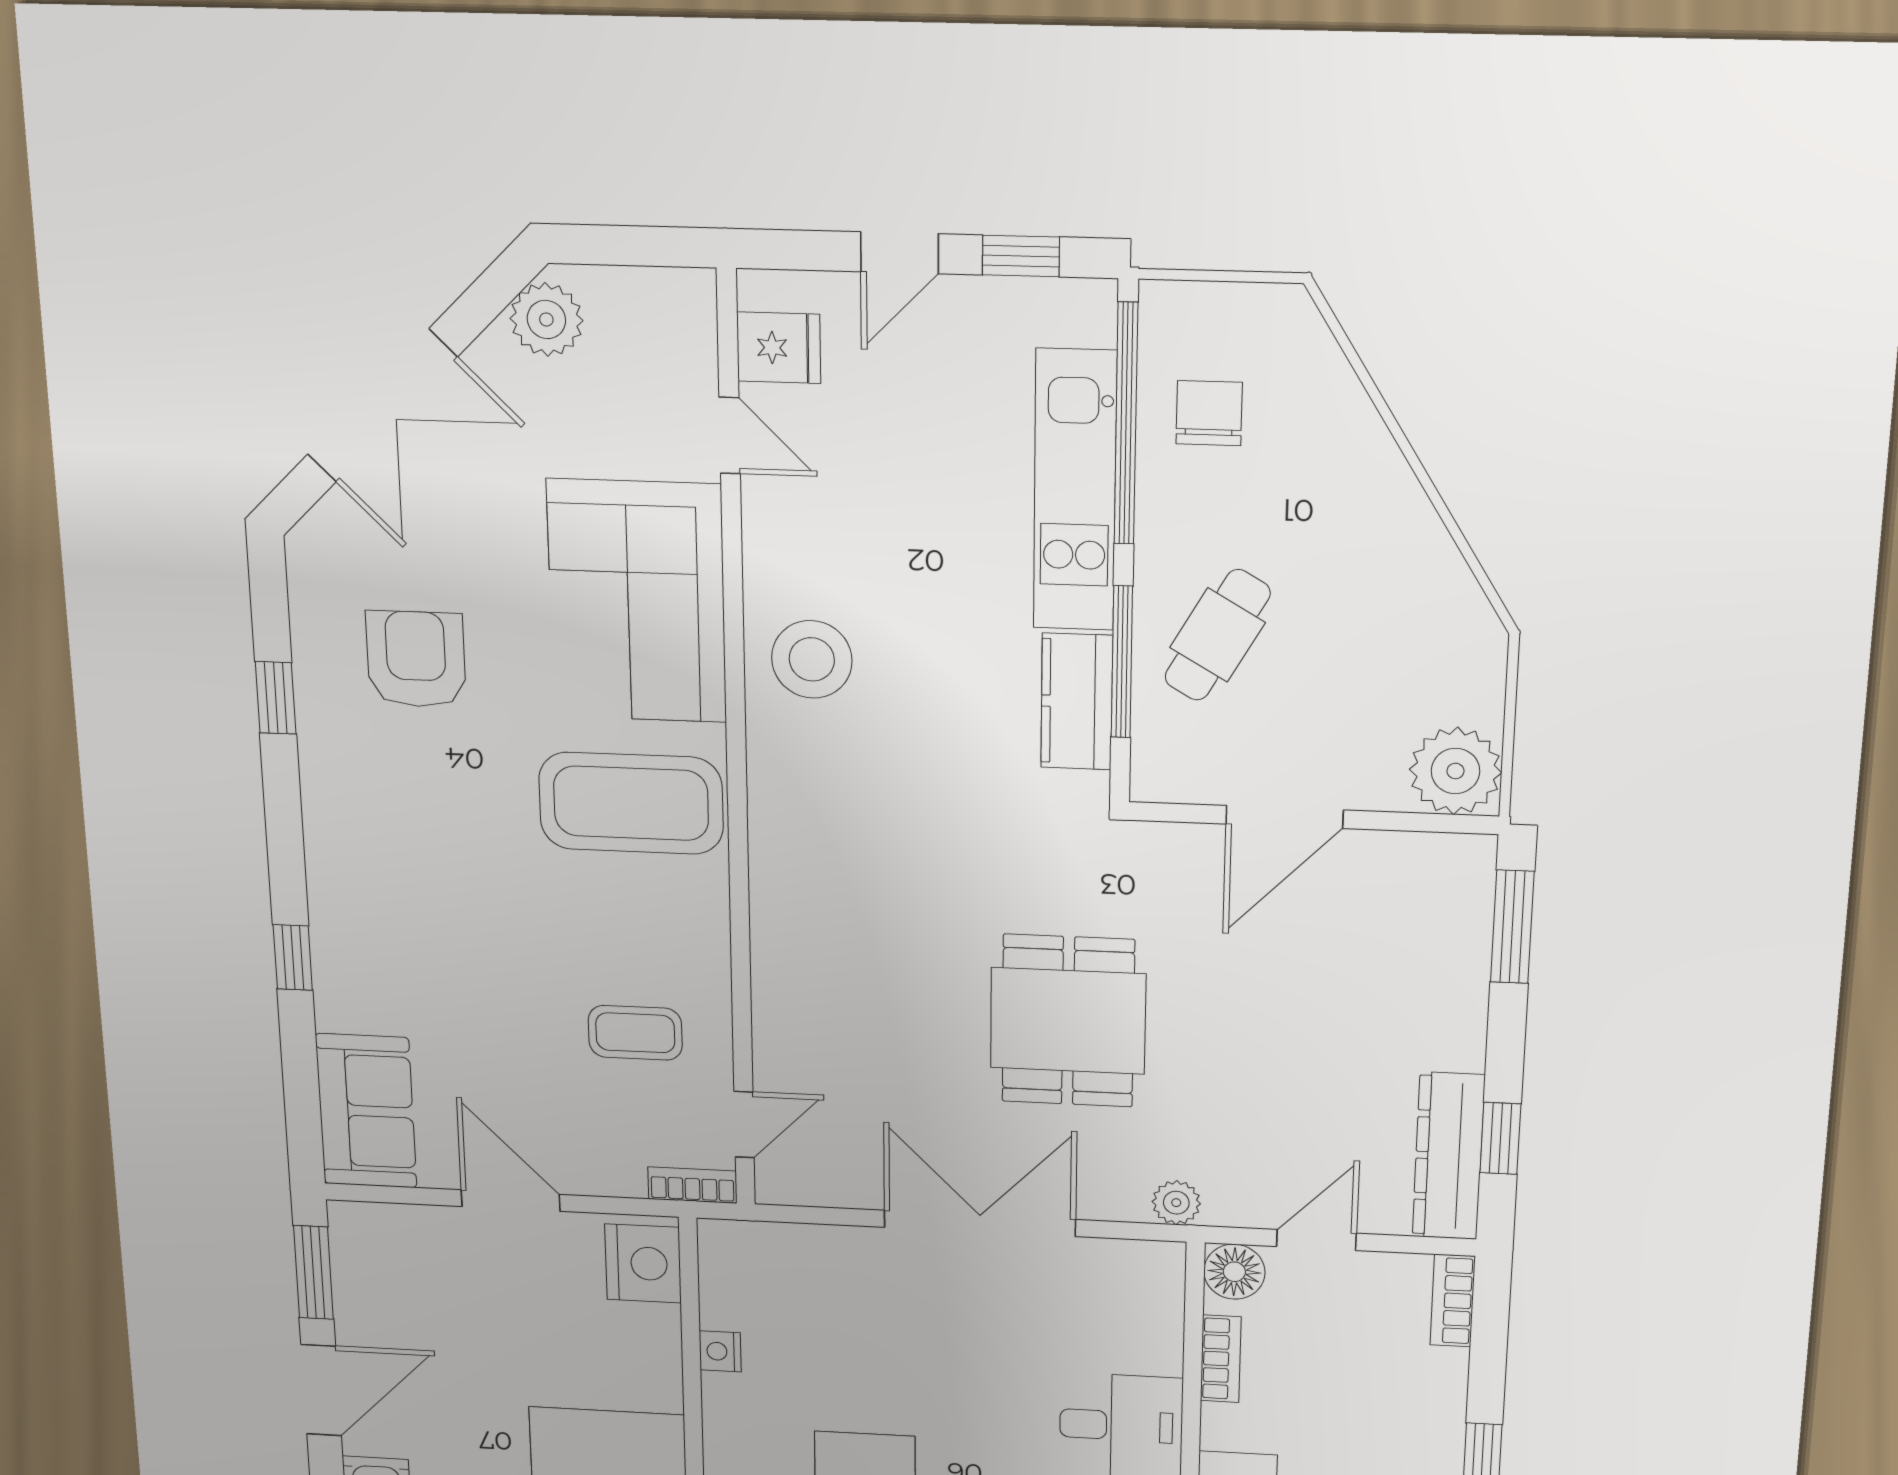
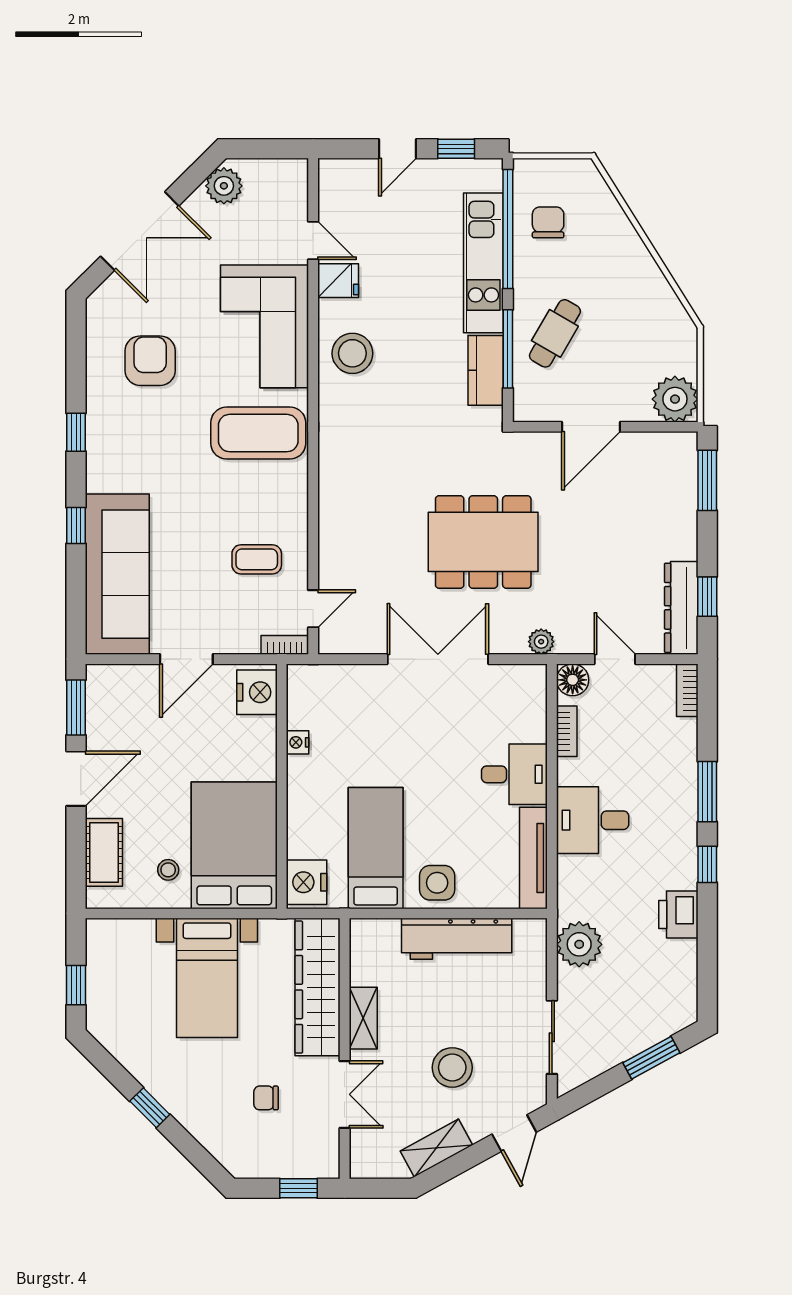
fridge: (779, 348) -> (338, 281), moved
window: (276, 698) -> (76, 432), moved
dining table: (1068, 1021) -> (483, 542), width x1.37
sofa: (366, 1111) -> (117, 574), width x1.85, depth x1.27
door: (511, 1200) -> (186, 659), swing flipped
door: (1316, 1240) -> (615, 659), hinge flipped

